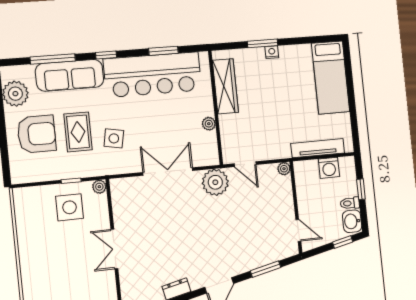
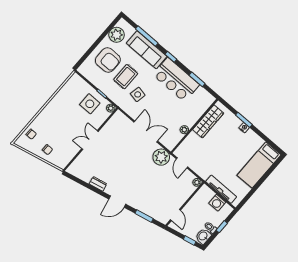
bar counter: (153, 75) -> (176, 80), width x0.73

